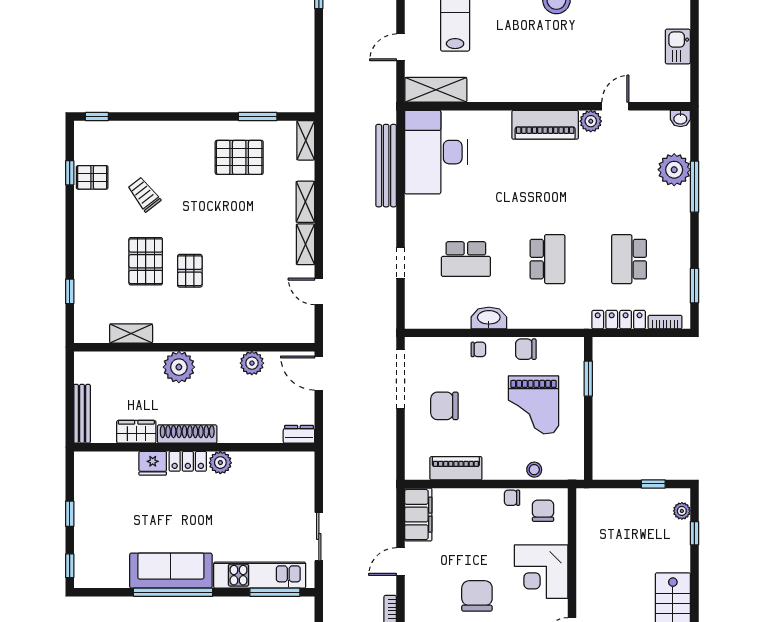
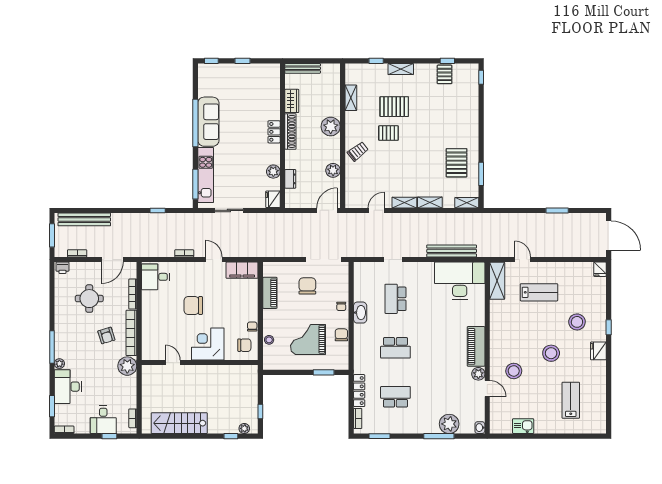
stool: (586, 62) -> (514, 371), added
trolley: (144, 194) -> (358, 151), moved
shelving: (83, 250) -> (401, 69), added
dresser: (299, 434) -> (290, 179), moved
fridge: (153, 463) -> (273, 199), moved
plant: (220, 463) -> (273, 172), moved
chair: (477, 596) -> (193, 305), turned 180

